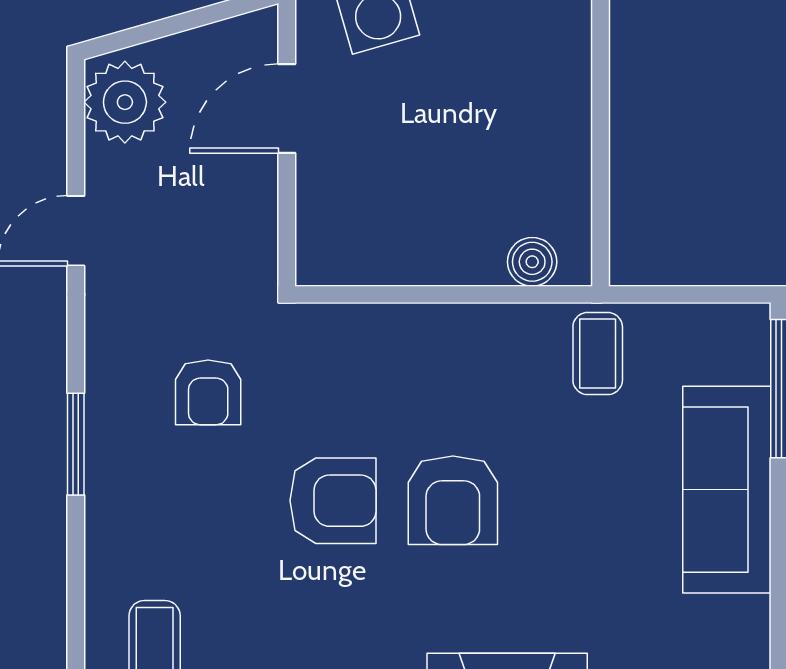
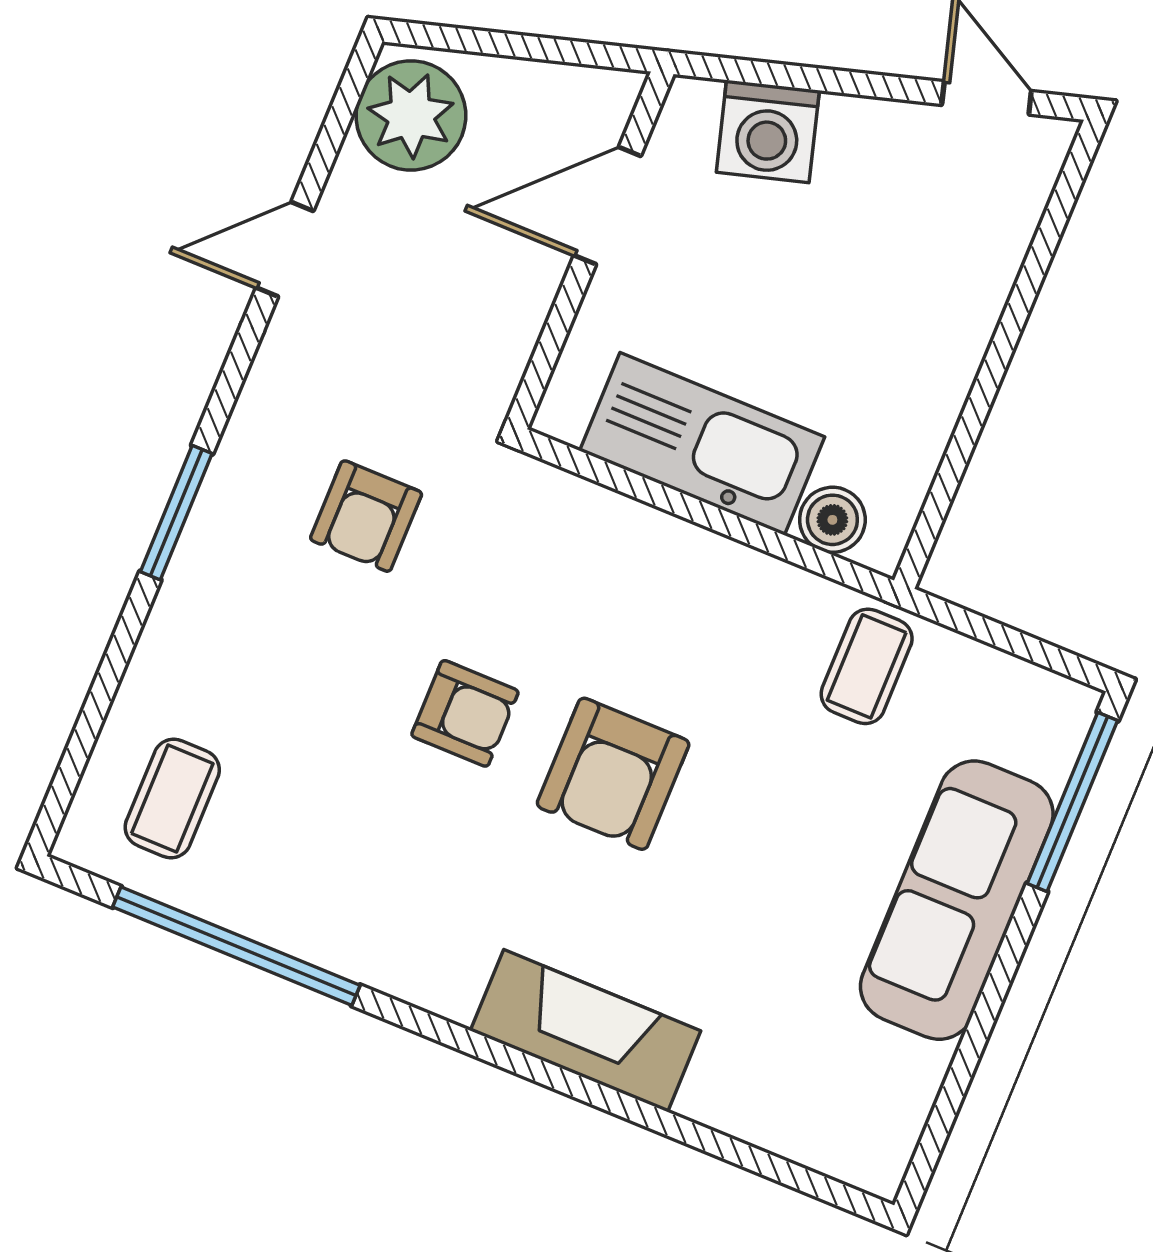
kitchen sink: (420, 246) -> (702, 444), added
armchair: (333, 501) -> (465, 713), width x0.72, depth x0.72

